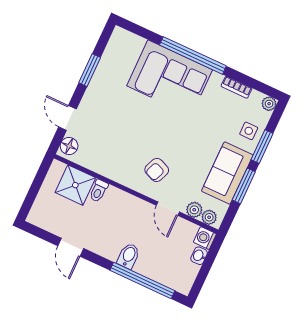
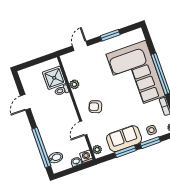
corner sofa: (170, 78) -> (136, 75), width x1.36, depth x1.36
floor lamp: (69, 146) -> (69, 58), removed
plant: (194, 210) -> (74, 84), moved
bidet: (128, 256) -> (55, 158), moved

